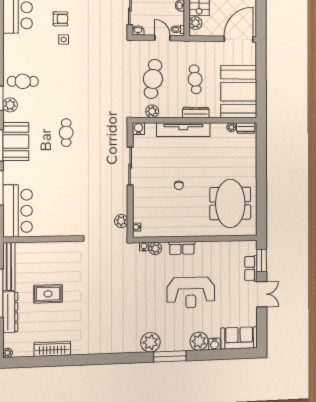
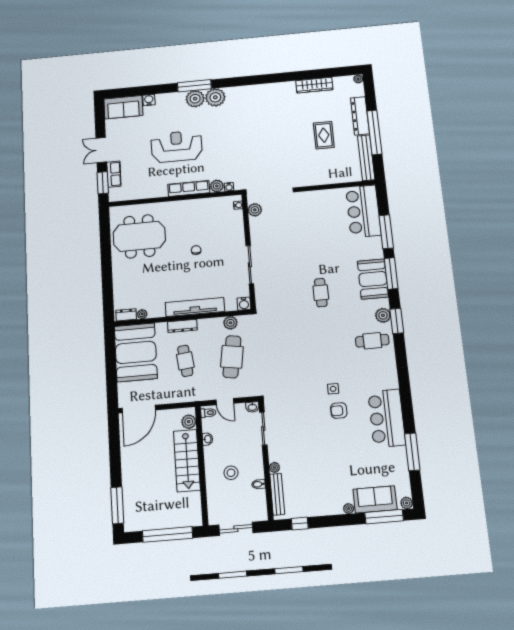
meeting table: (230, 203) -> (139, 236), turned 90
row of seats: (182, 248) -> (189, 188), width x1.48
rug: (48, 294) -> (324, 135), turned 90
plant: (199, 341) -> (195, 99), moved

